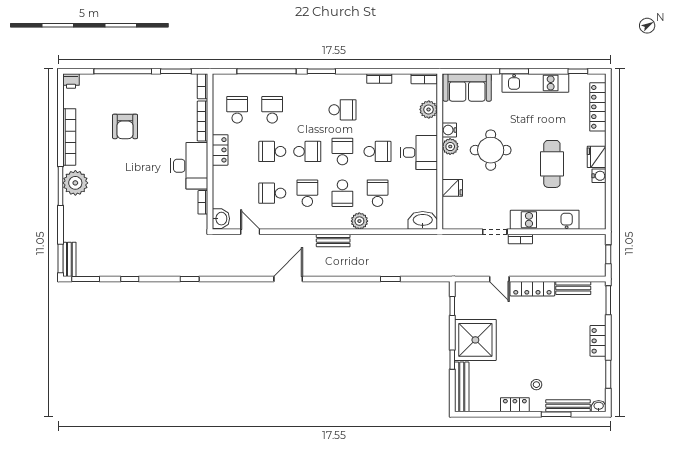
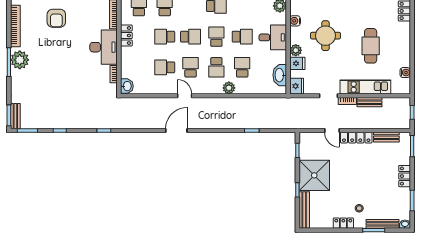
plant: (450, 147) -> (296, 50), moved
fridge: (597, 157) -> (297, 86), moved, turned 180
water cooler: (599, 176) -> (405, 73), moved
washbasin: (423, 220) -> (280, 75), moved, turned -90
door: (250, 232) -> (185, 96), moved
bench: (333, 240) -> (370, 102), moved

